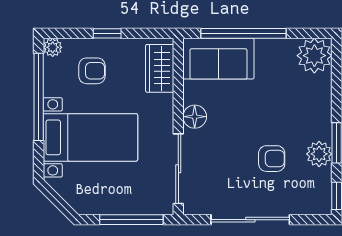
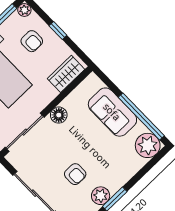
window: (244, 33) -> (141, 117), moved
sofa: (218, 59) -> (112, 112), moved

